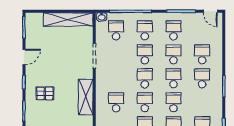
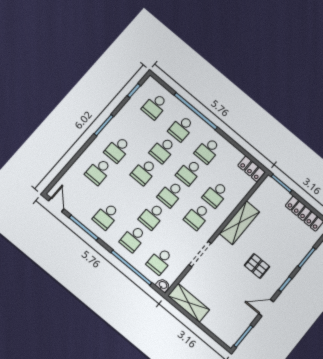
shelving: (68, 19) -> (189, 303), width x0.68
school desk: (173, 54) -> (197, 216), moved
pallet: (45, 93) -> (257, 266), moved

